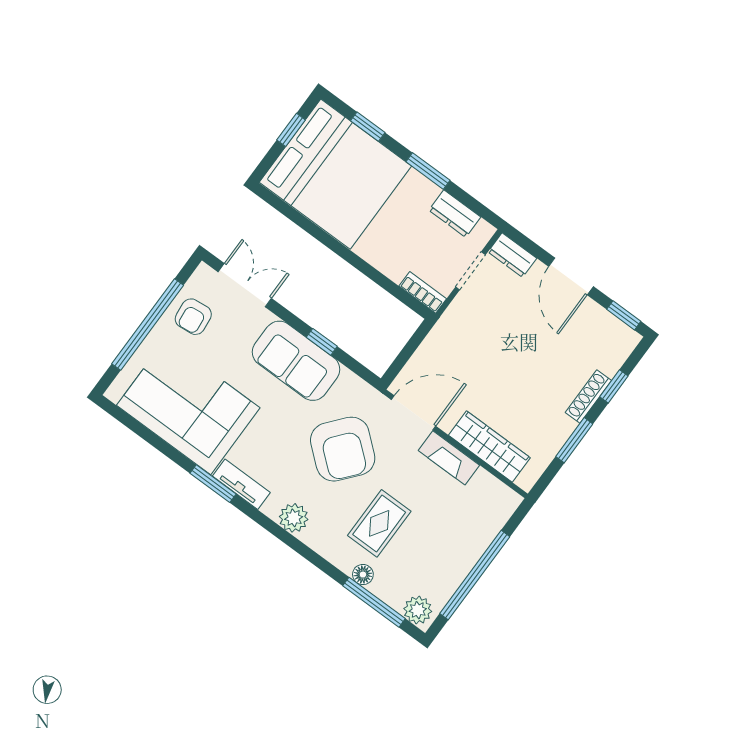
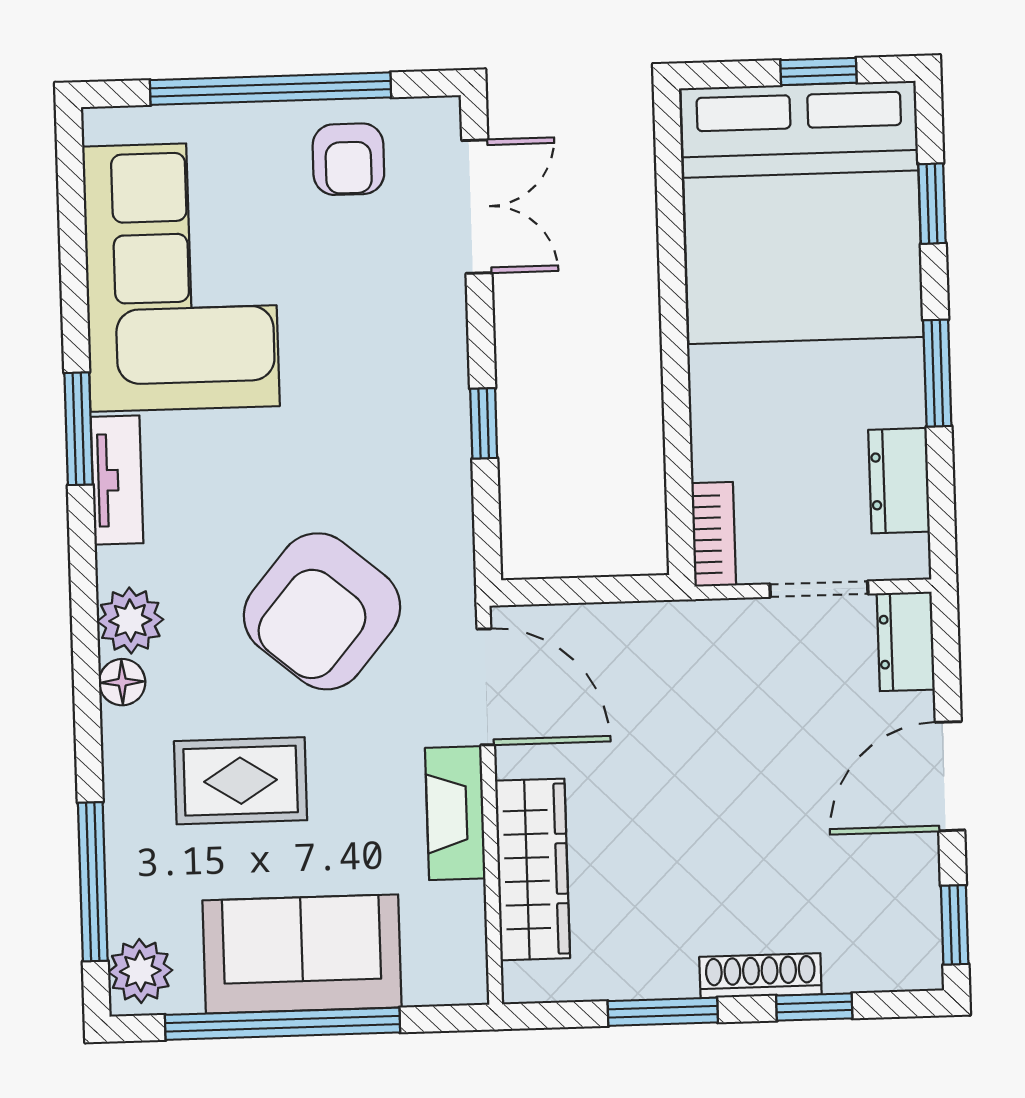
armchair: (193, 317) -> (348, 159), turned -84
sofa: (296, 361) -> (302, 954), moved, turned 90
floor lamp: (363, 575) -> (122, 682), moved

